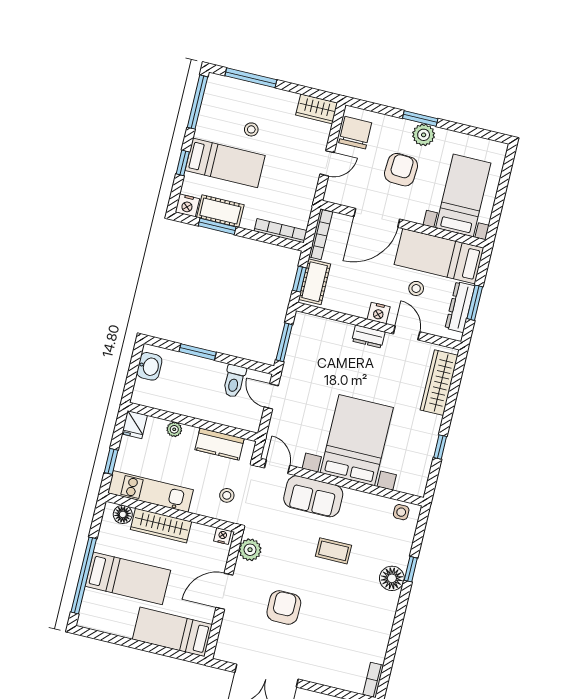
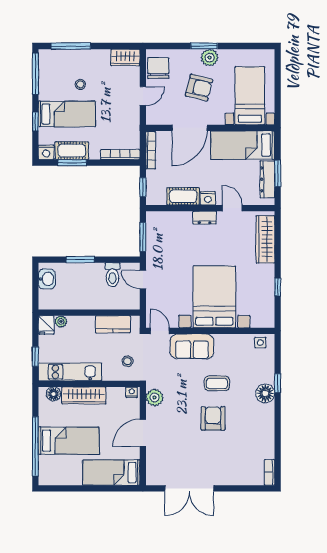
armchair: (401, 170) -> (199, 88), turned 101
cot: (315, 282) -> (183, 196), moved, turned 90
stool: (416, 288) -> (231, 173), removed
plant: (174, 429) -> (61, 321), moved
armchair: (284, 608) -> (213, 418), moved

